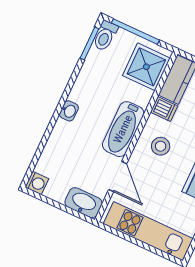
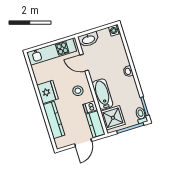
bathtub: (123, 129) -> (103, 94), moved

